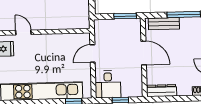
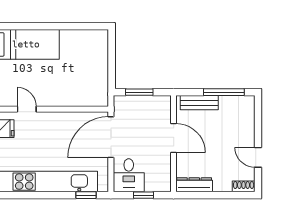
window: (125, 16) -> (139, 92), moved
door: (93, 54) -> (111, 137), width x1.87

